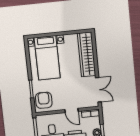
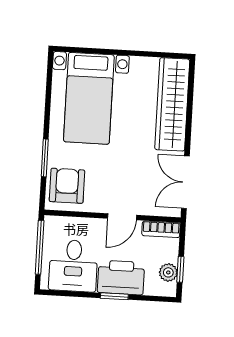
double door: (98, 90) -> (185, 182), swing flipped
door: (72, 110) -> (122, 217), hinge flipped

